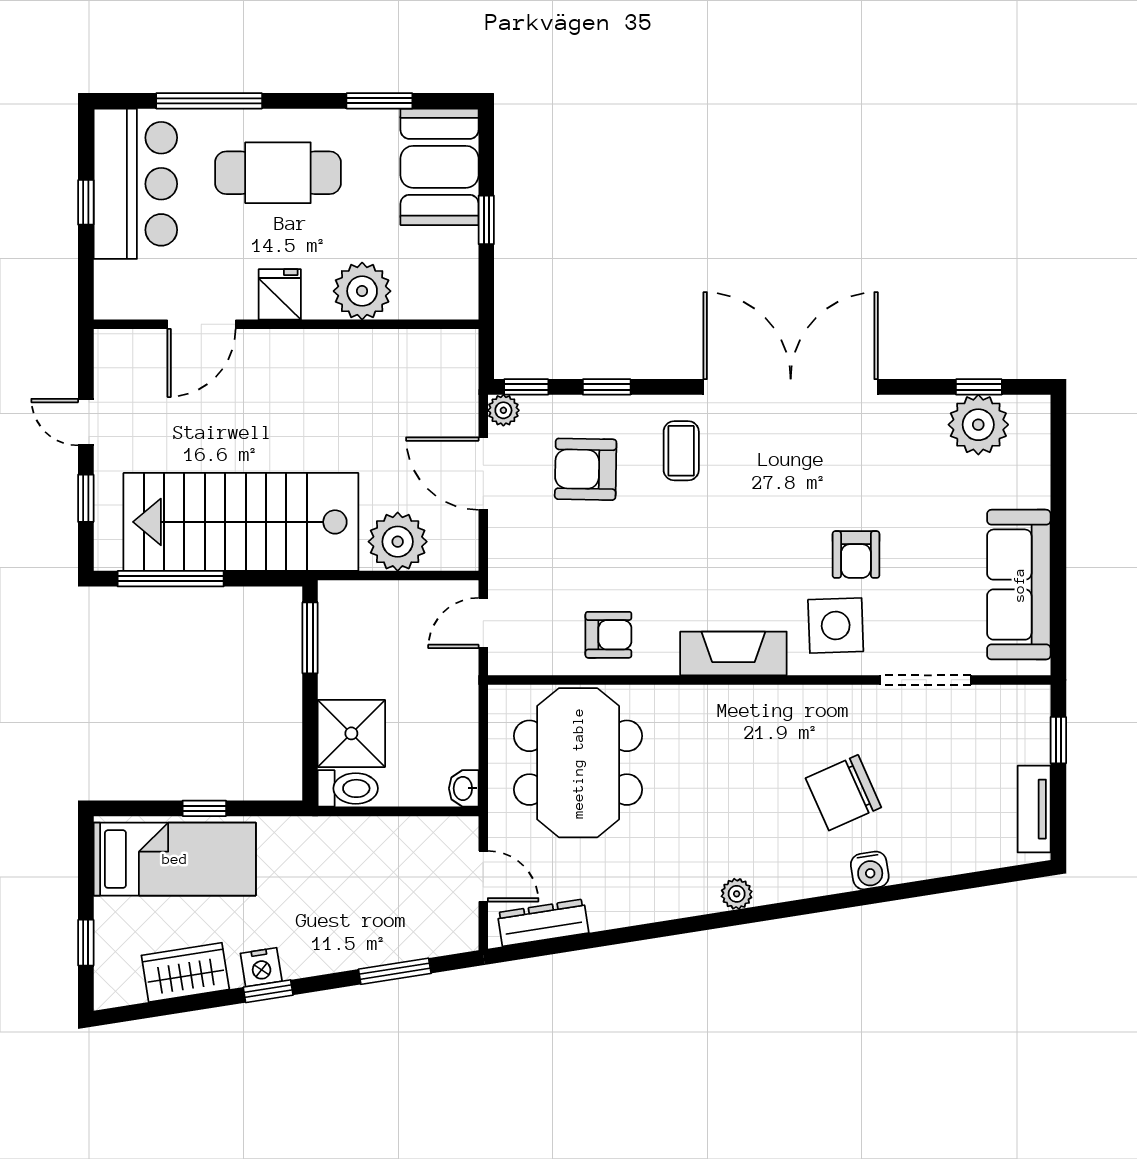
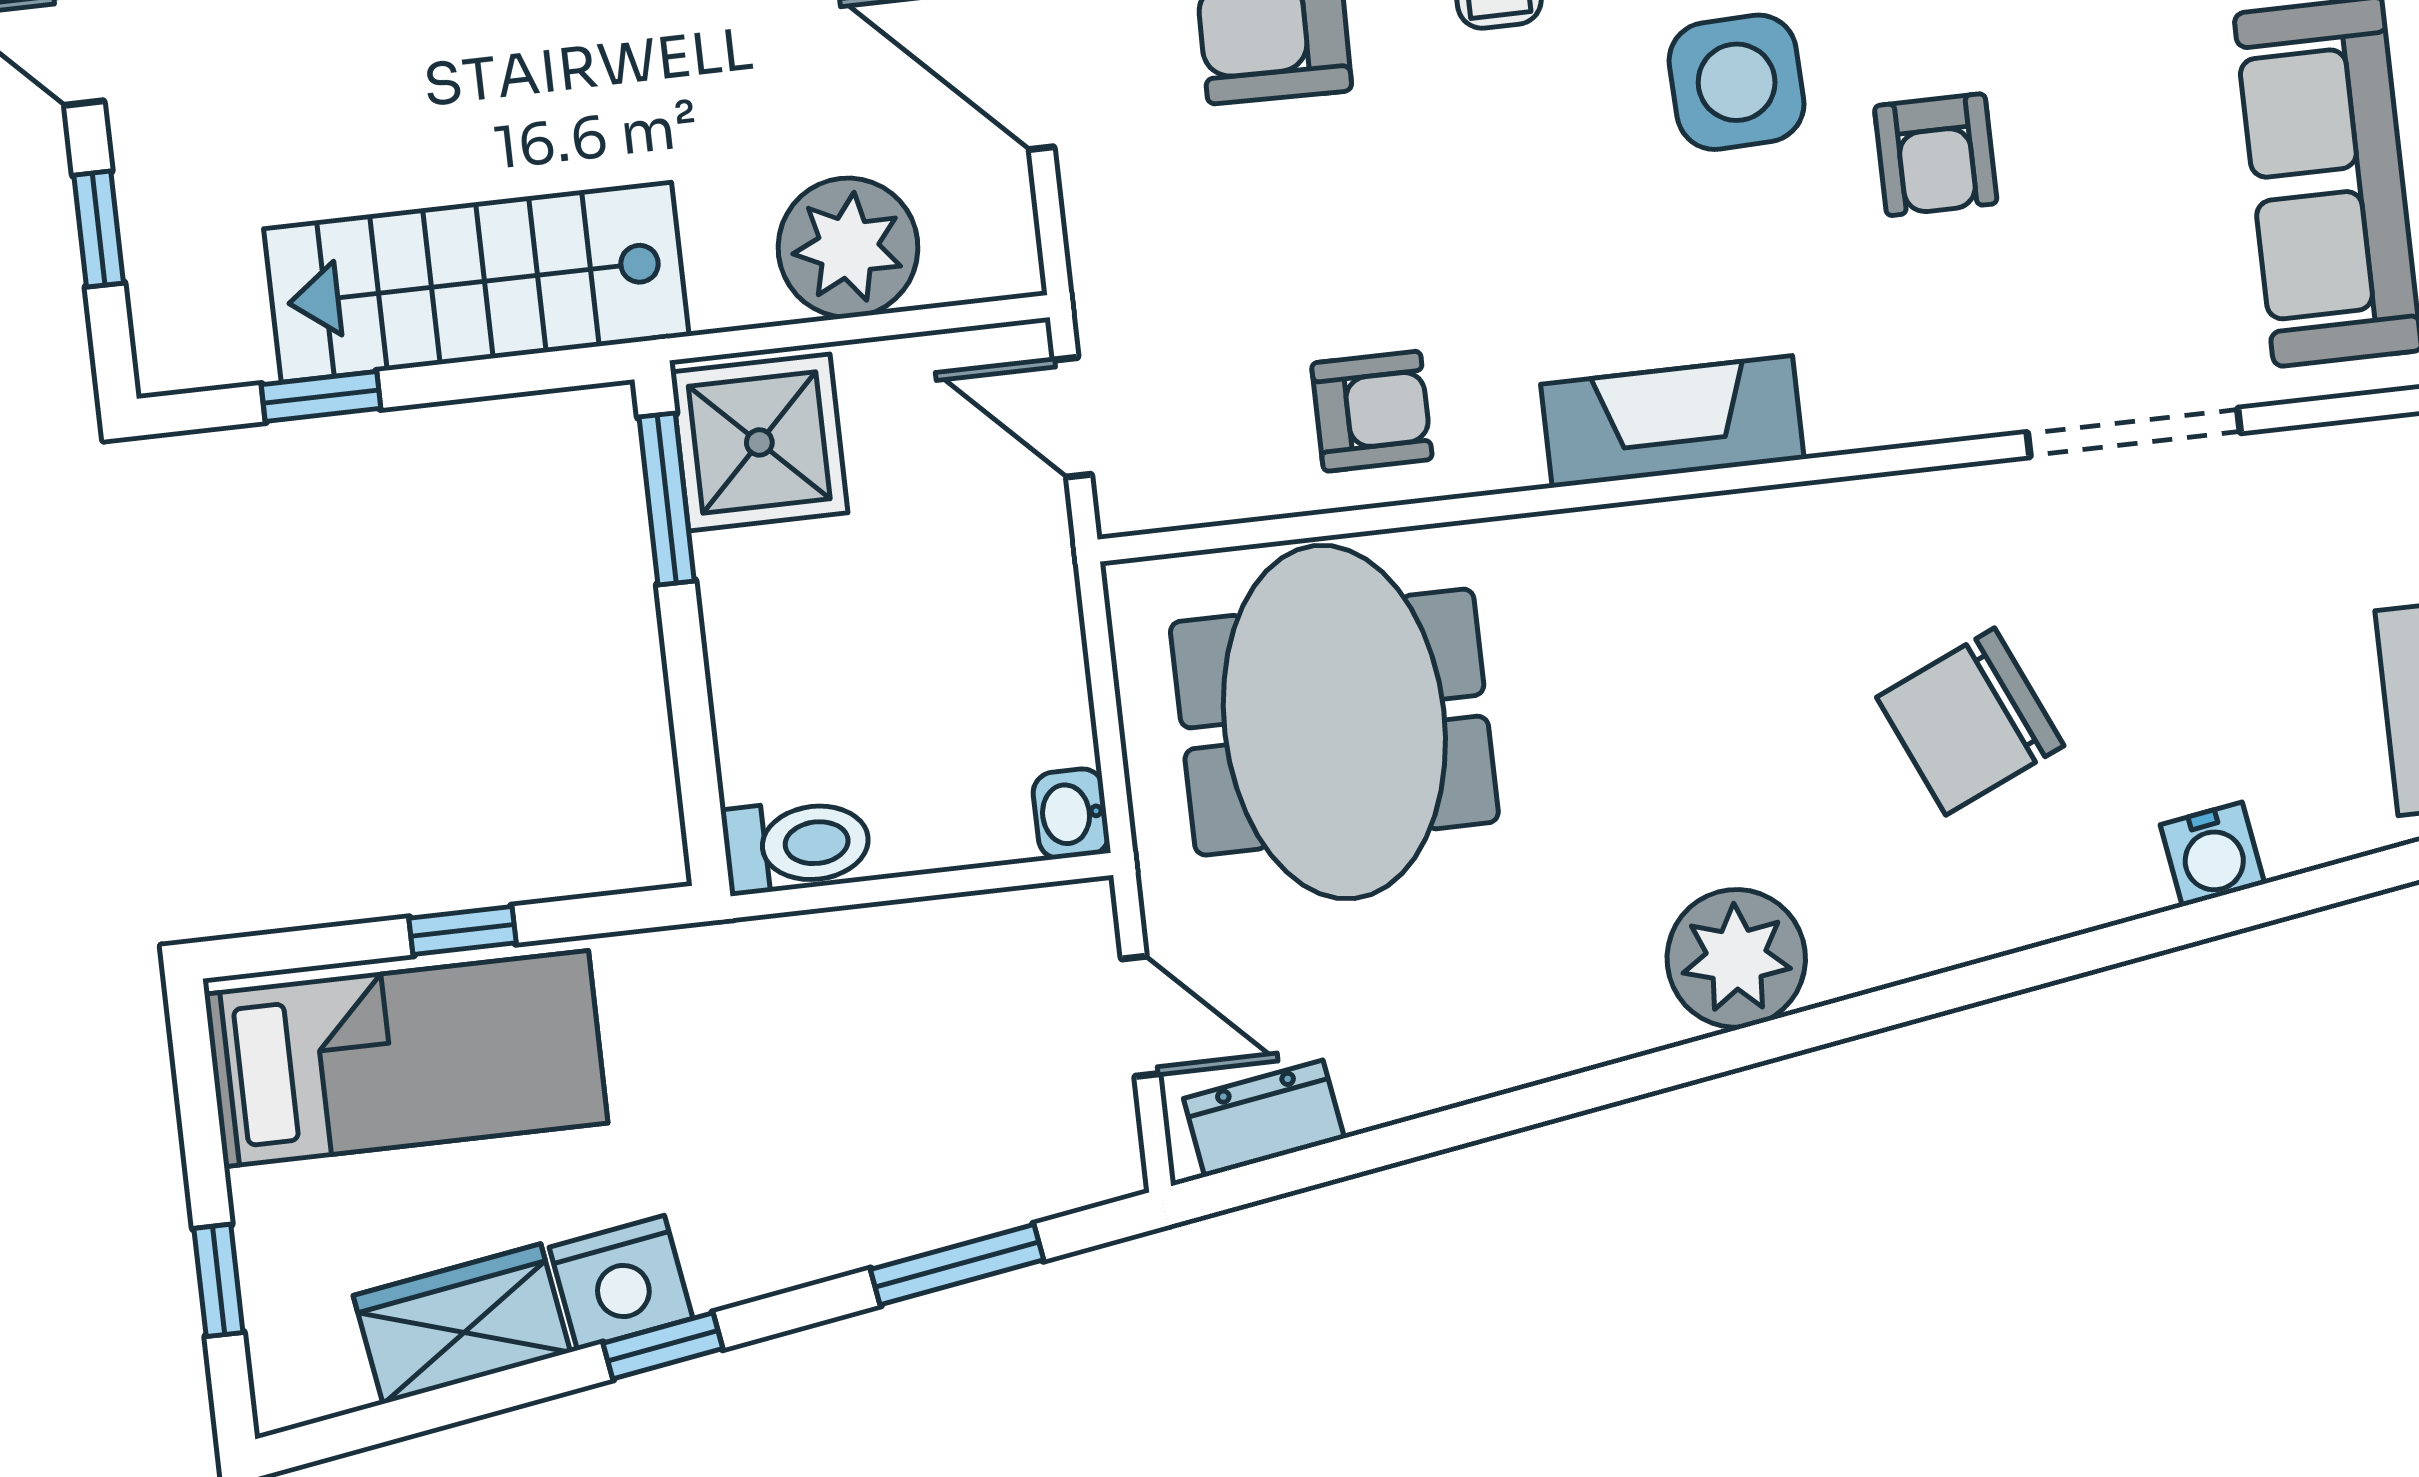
stairs: (241, 522) -> (476, 282), width x0.73, depth x0.66
window: (171, 579) -> (321, 396), width x0.46
door: (483, 623) -> (1072, 417), hinge flipped
side table: (836, 625) -> (1737, 82), moved
shower: (351, 733) -> (759, 442), moved
water cooler: (870, 870) -> (2212, 854), moved
plant: (737, 894) -> (1736, 958), width x1.87, depth x1.87
dresser: (543, 923) -> (1264, 1118), width x0.70
nightstand: (261, 967) -> (621, 1283), width x1.36, depth x1.33

